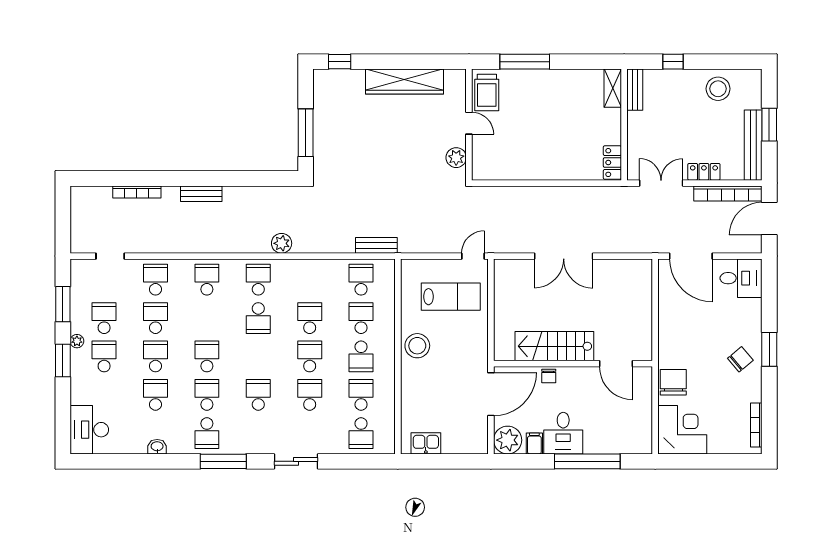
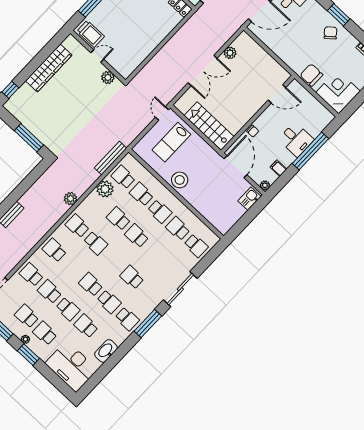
bench: (376, 245) -> (111, 158), width x1.36
plant: (612, 268) -> (230, 53), added
plant: (329, 272) -> (105, 189), added
lab bench: (451, 297) -> (171, 142), turned 180
stairs: (554, 346) -> (209, 126), moved, turned 90
school desk: (155, 356) -> (68, 309), turned 180
school desk: (207, 395) -> (109, 302), turned 180
school desk: (310, 395) -> (155, 253), removed
desk: (89, 430) -> (71, 366), width x1.36, depth x1.30
desk: (563, 433) -> (296, 140), moved
plant: (508, 440) -> (265, 185), width x0.53, depth x0.53
kitchen sink: (426, 443) -> (249, 199), moved
washbasin: (157, 447) -> (106, 351), width x1.91, depth x1.45
sliding door: (296, 461) -> (180, 289), width x1.37

